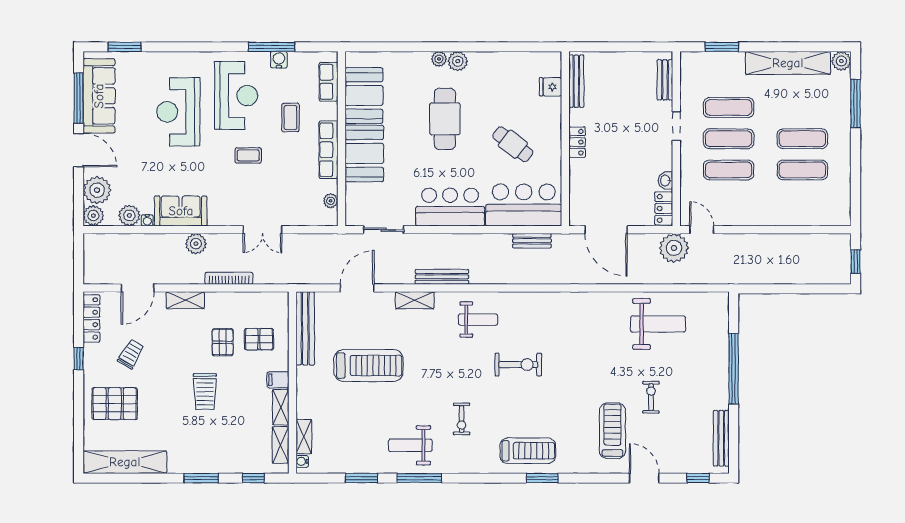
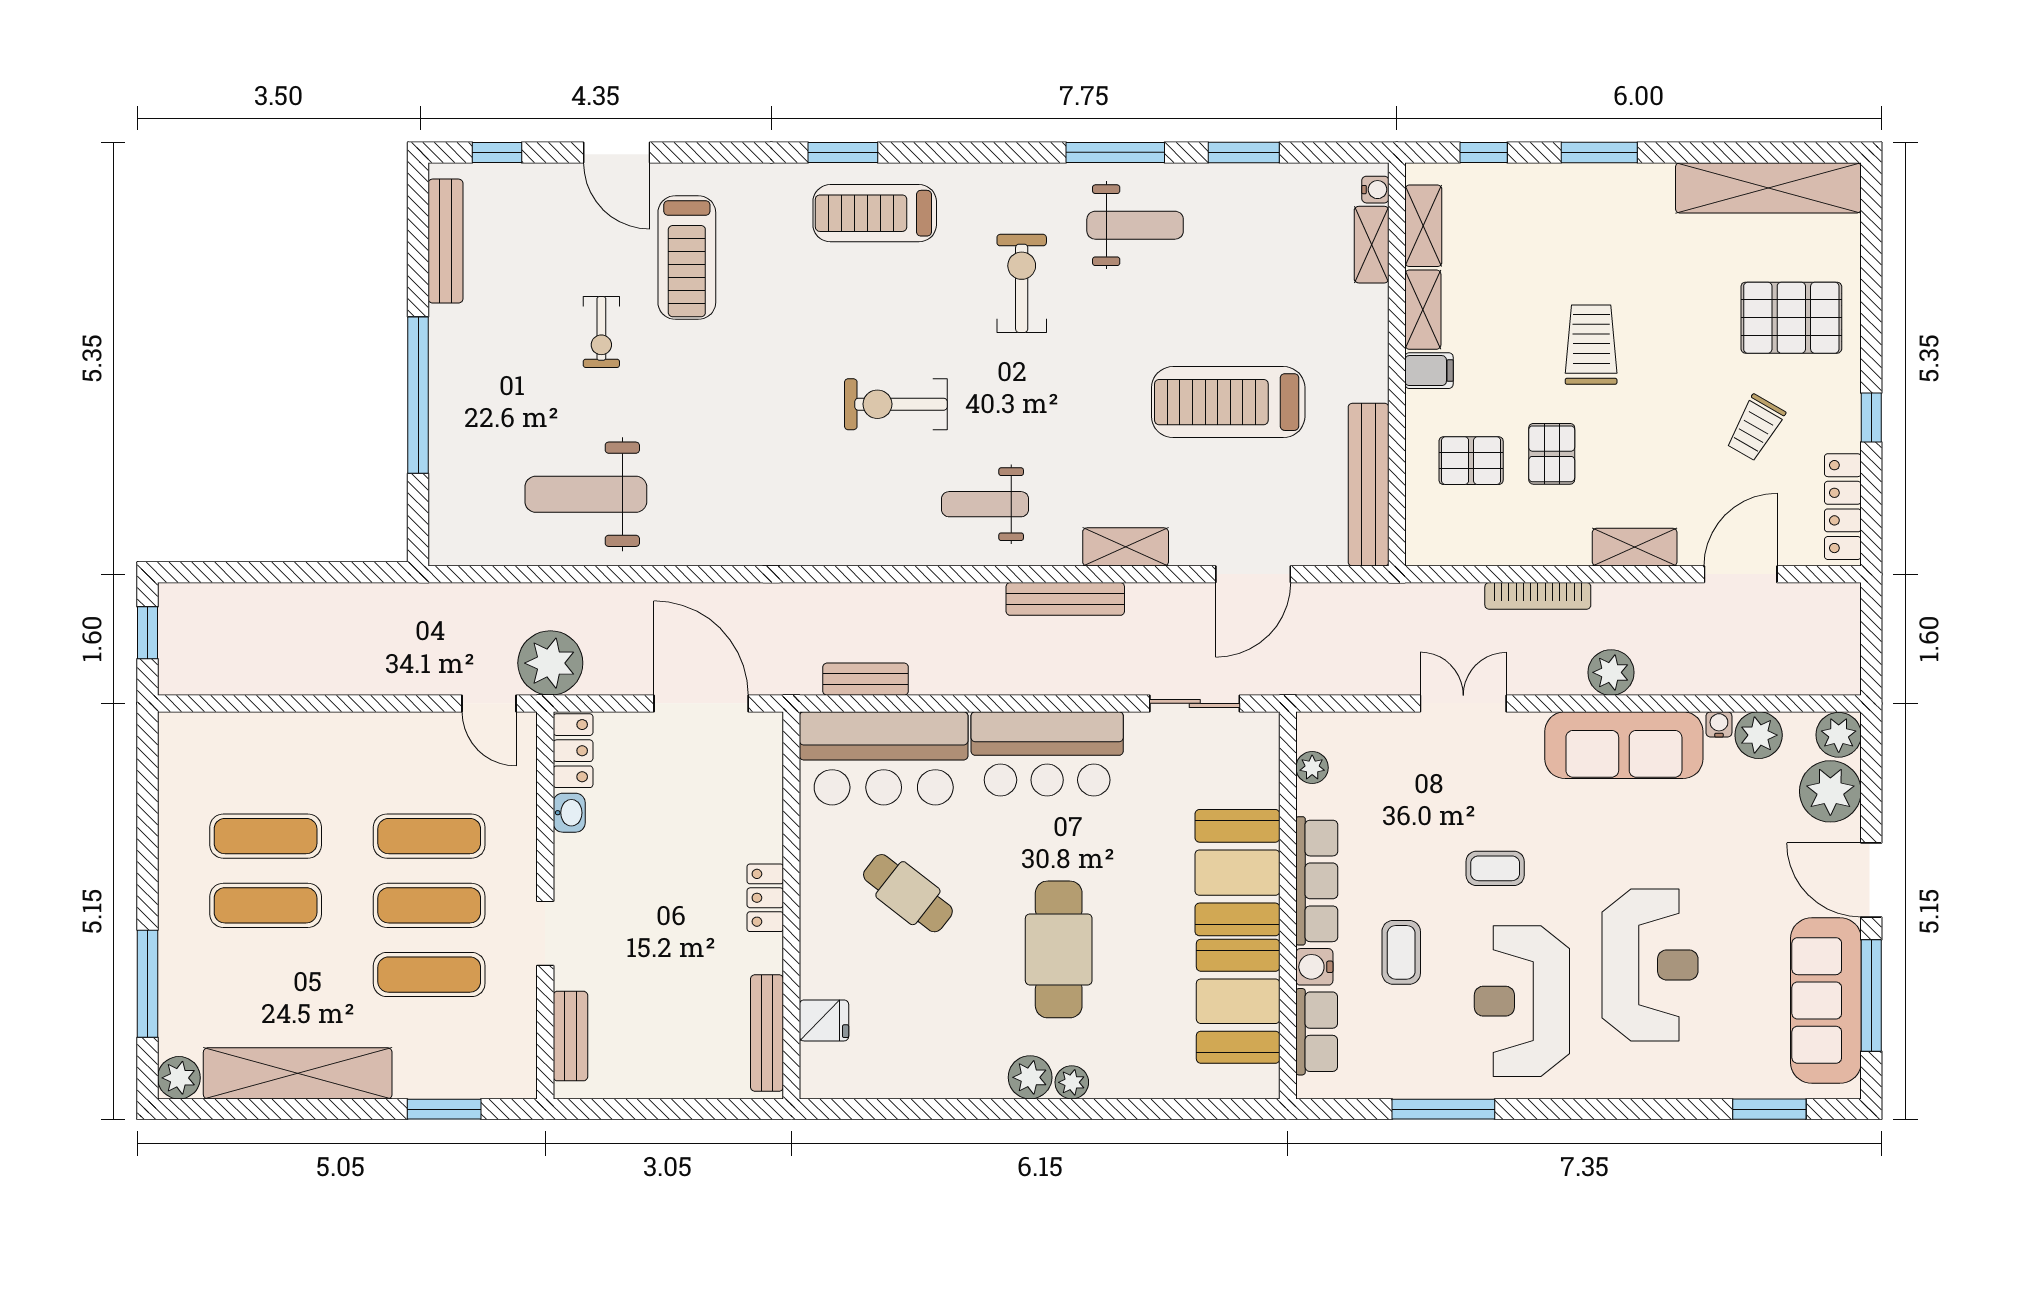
water cooler: (279, 60) -> (1314, 967), moved, turned 90
sofa: (181, 211) -> (1624, 745), width x1.36
exercise bike: (462, 419) -> (1022, 283), width x1.38, depth x1.39

